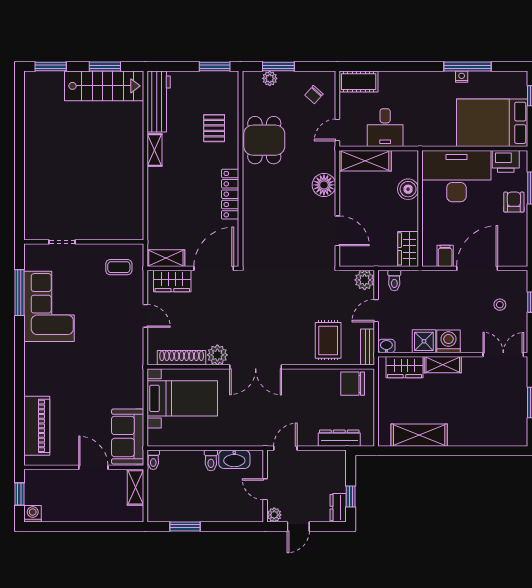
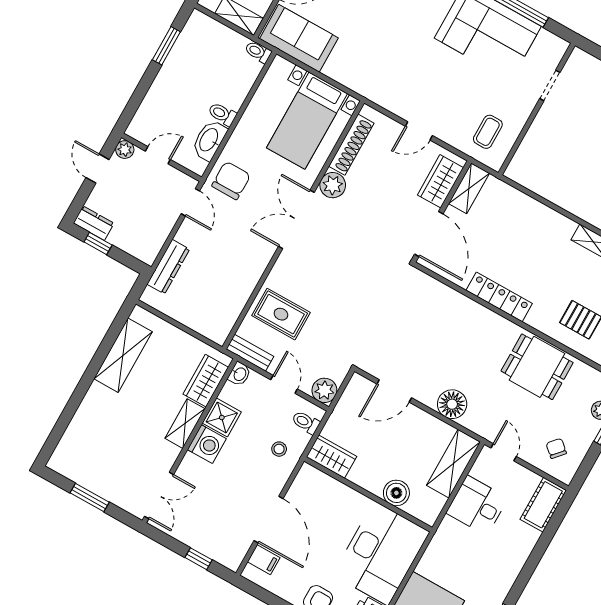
filing cabinet: (445, 256) -> (264, 560), moved
stool: (500, 305) -> (279, 449), moved
chair: (353, 384) -> (231, 180), moved

